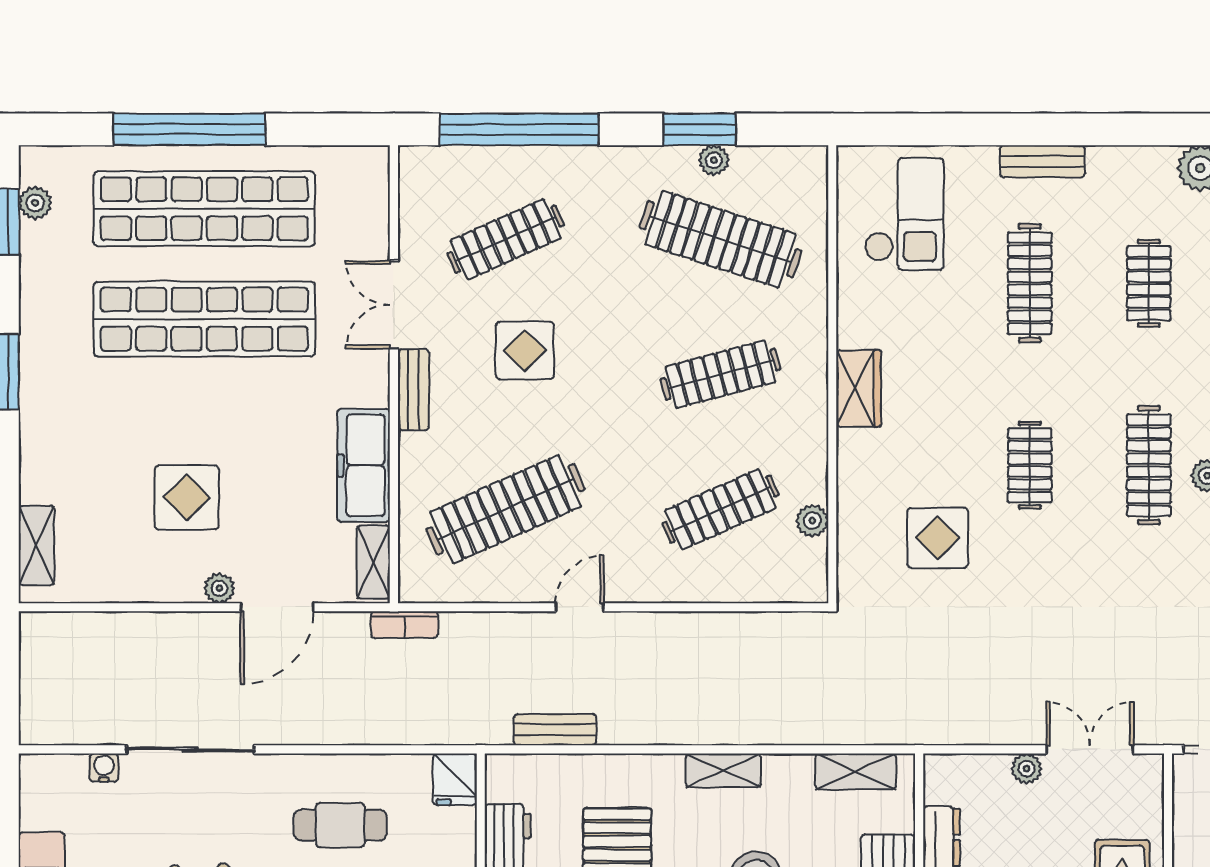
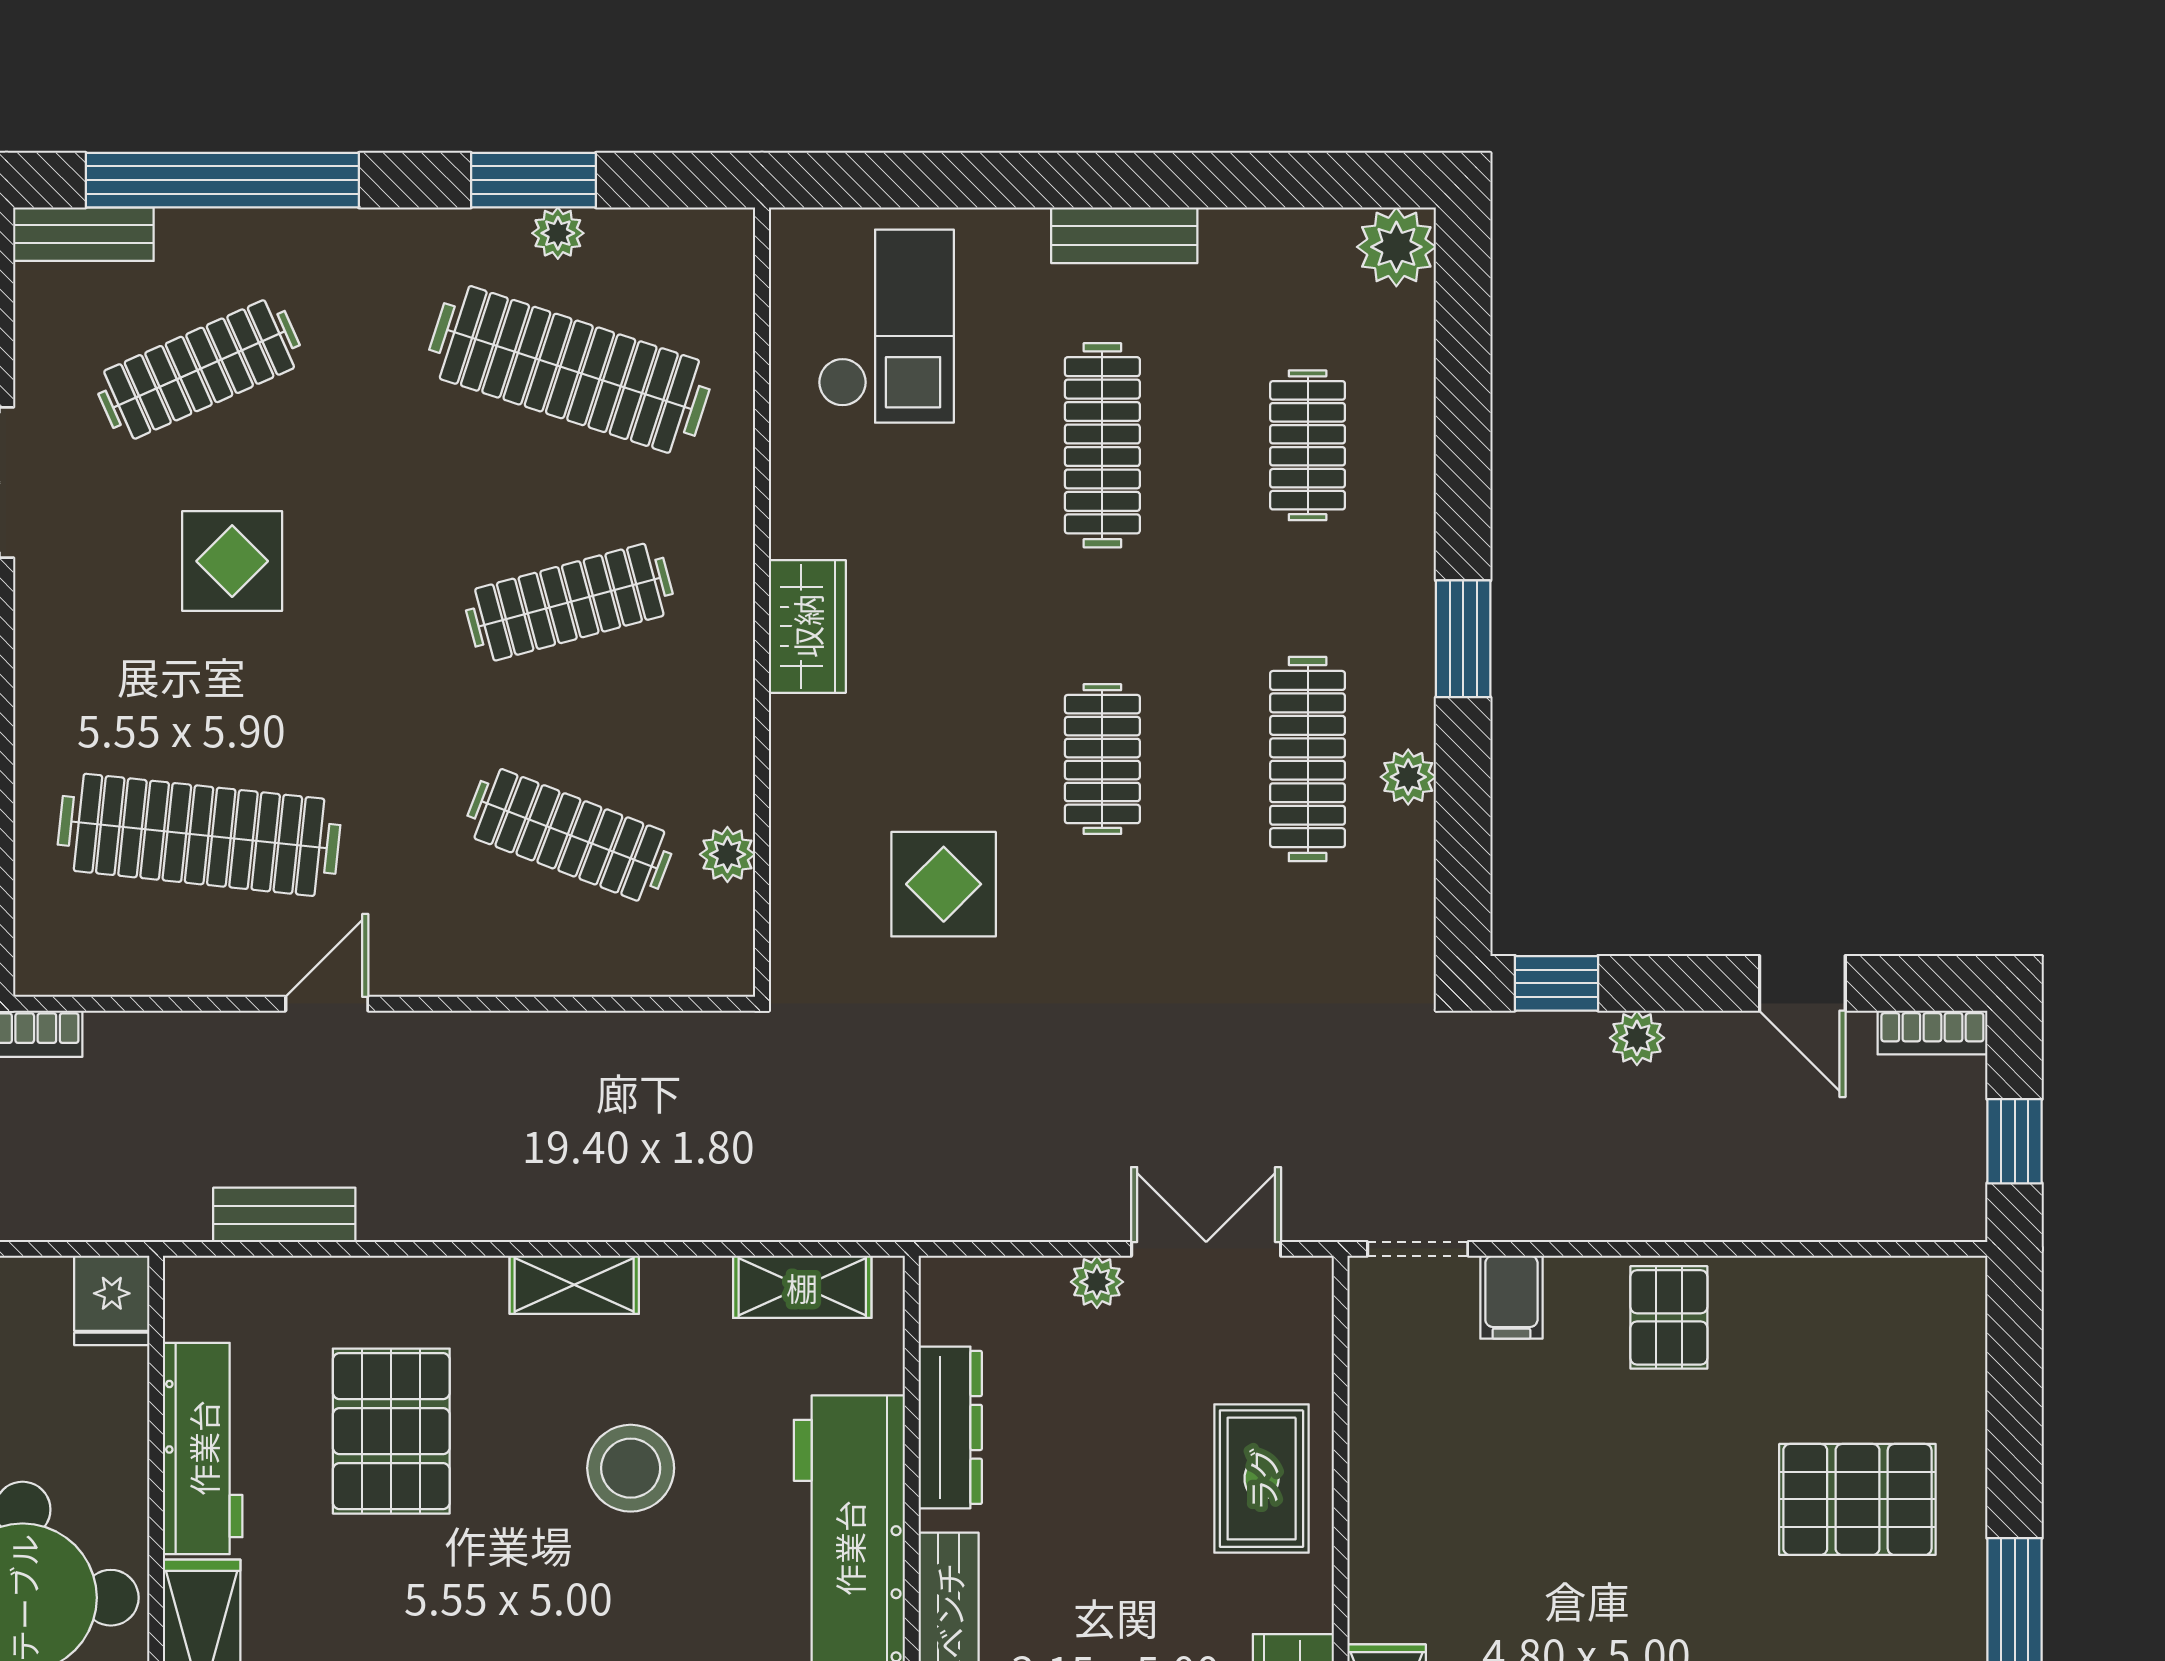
bench: (413, 390) -> (83, 234), moved, turned 90
clothes rail: (506, 509) -> (199, 835), turned 30
clothes rail: (721, 509) -> (569, 835), turned 45

